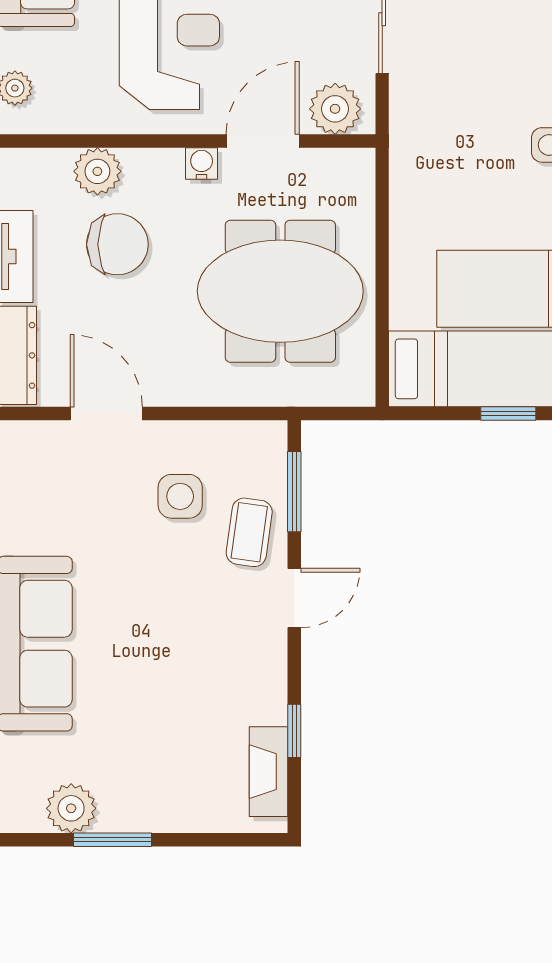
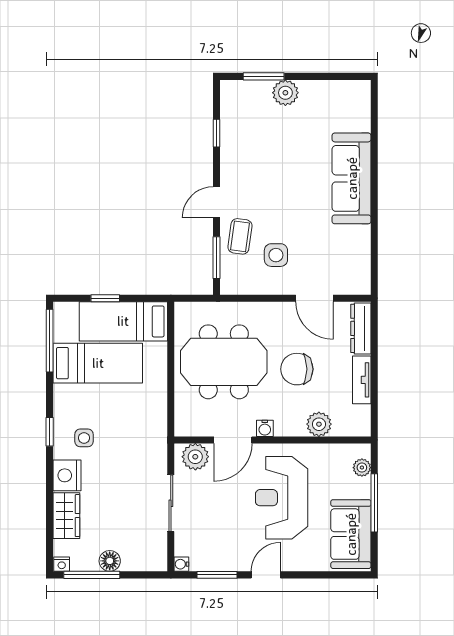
chair: (117, 244) -> (297, 369), moved
fireplace: (268, 772) -> (230, 112), removed
plant: (71, 808) -> (285, 93), moved
window: (112, 840) -> (264, 76), moved

